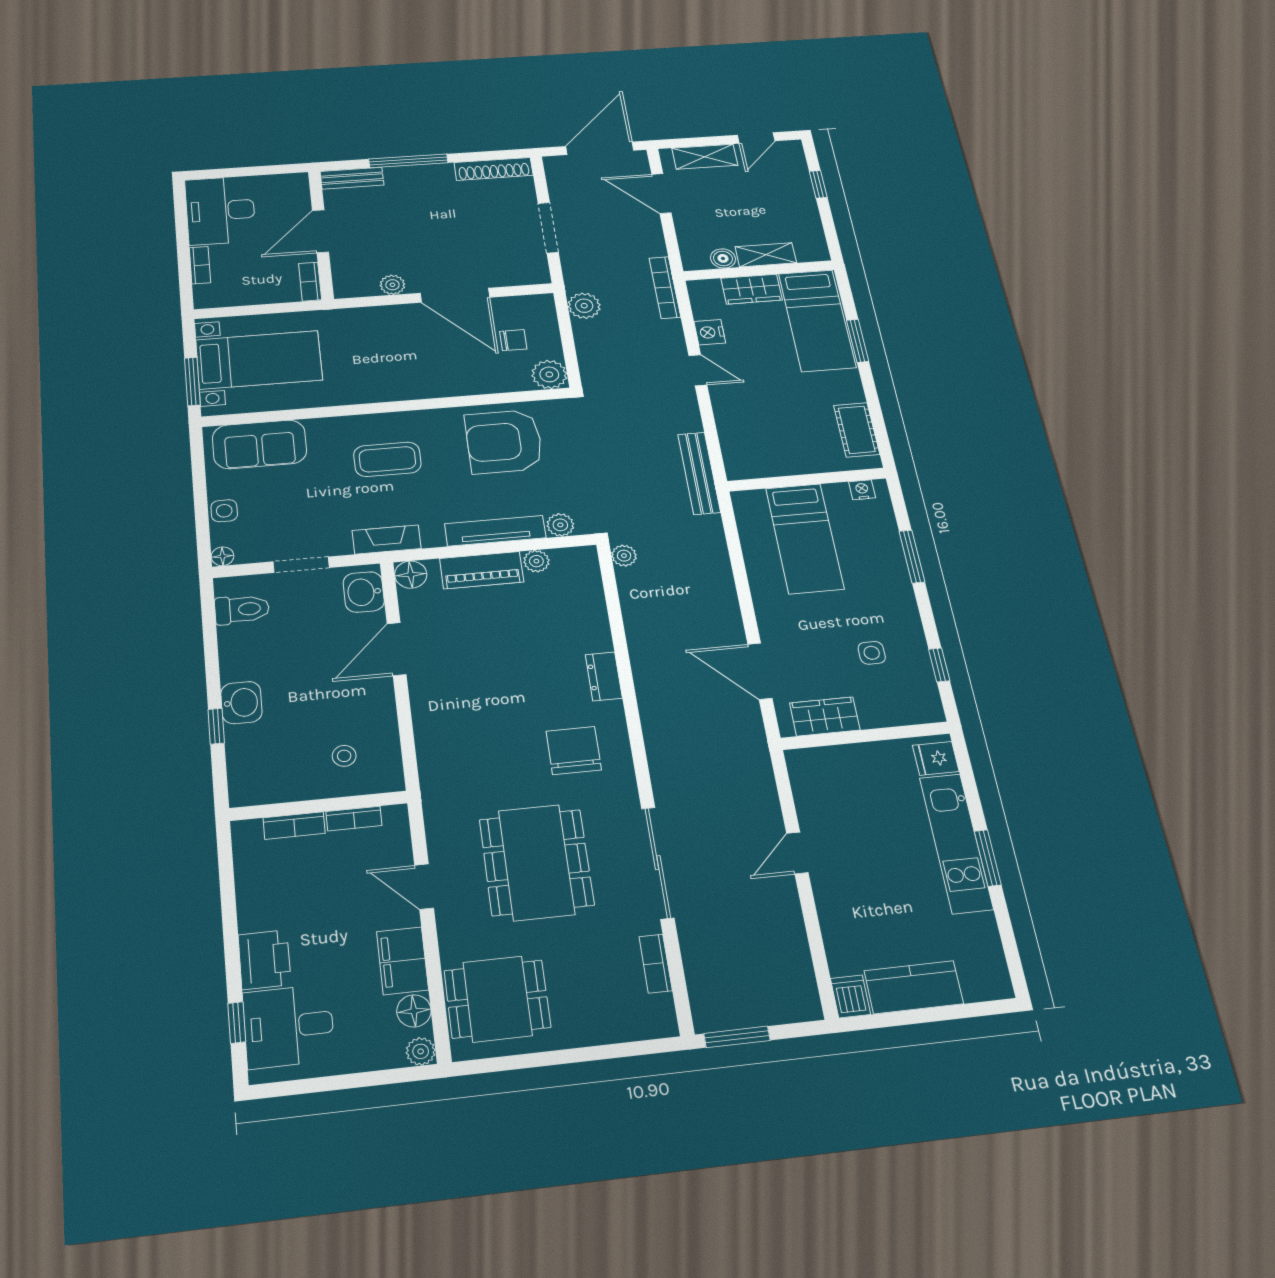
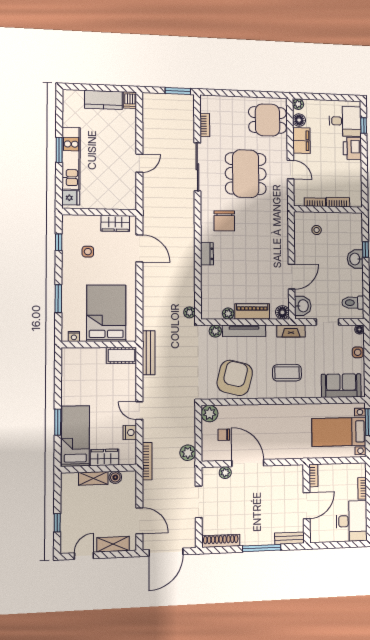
plant: (392, 285) -> (225, 473), moved
cot: (857, 430) -> (121, 355), moved, turned 90
armchair: (504, 442) -> (235, 378), turned -76
bed: (805, 538) -> (106, 313), width x1.50

